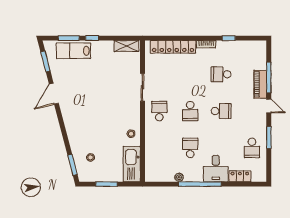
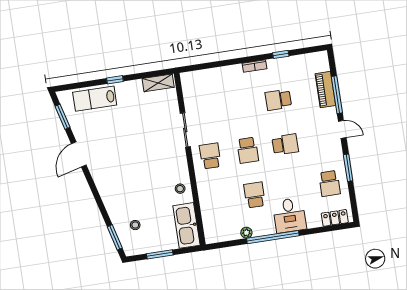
window: (69, 38) -> (86, 84), removed
locker: (173, 47) -> (215, 75), removed
piano: (260, 84) -> (325, 90), moved
locker: (240, 176) -> (335, 218), moved

